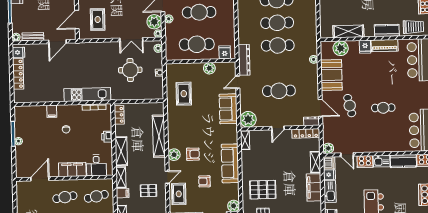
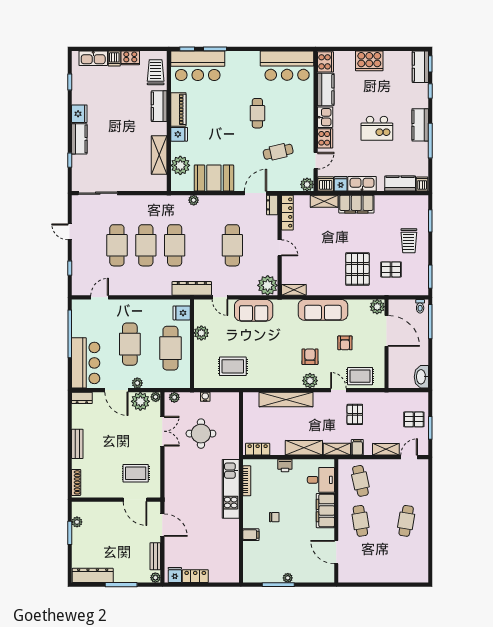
locker: (18, 74) -> (195, 576), width x0.66
cafe table: (350, 106) -> (278, 152), moved

